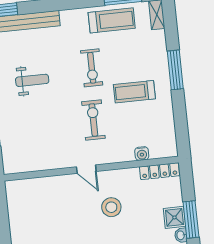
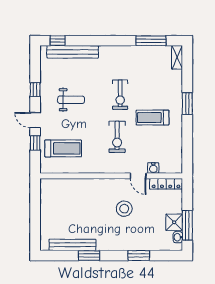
treadmill: (112, 20) -> (63, 148), moved
window: (175, 70) -> (187, 103), width x0.69
exercise bike: (93, 120) -> (117, 137), turned 180
door: (86, 169) -> (138, 176), moved

